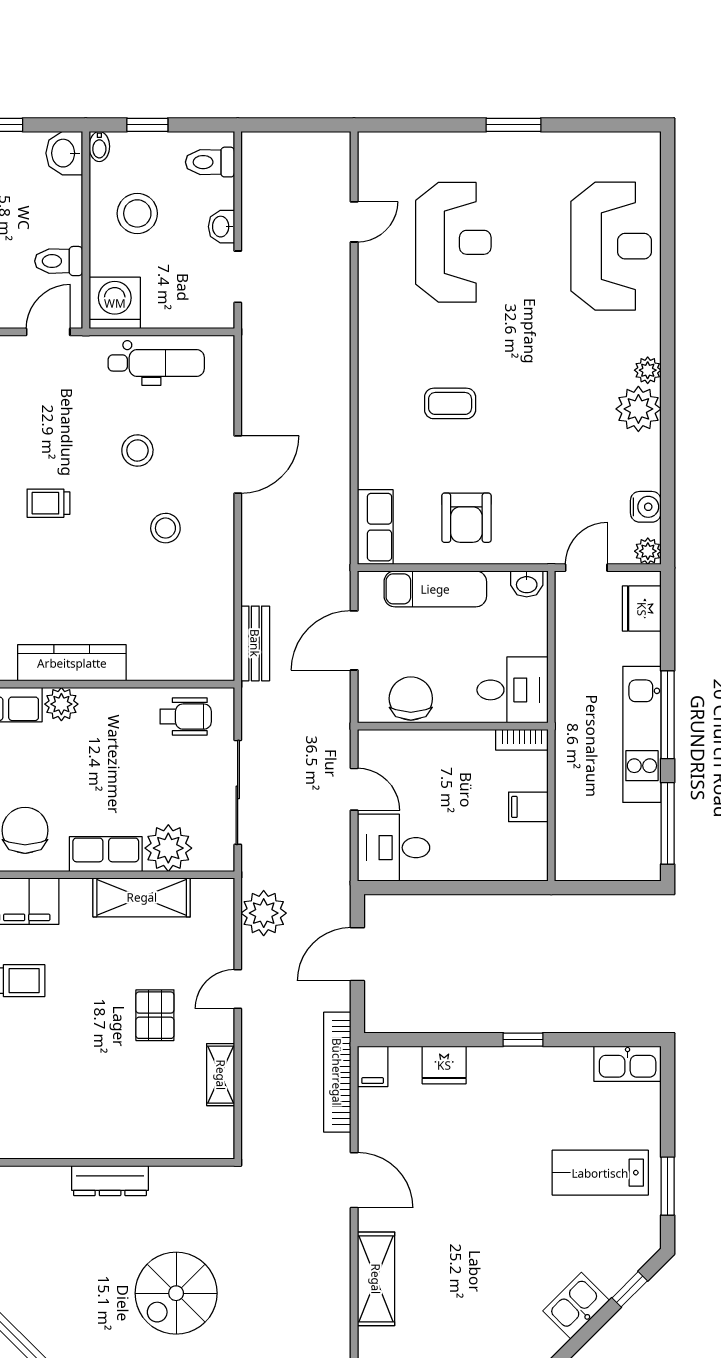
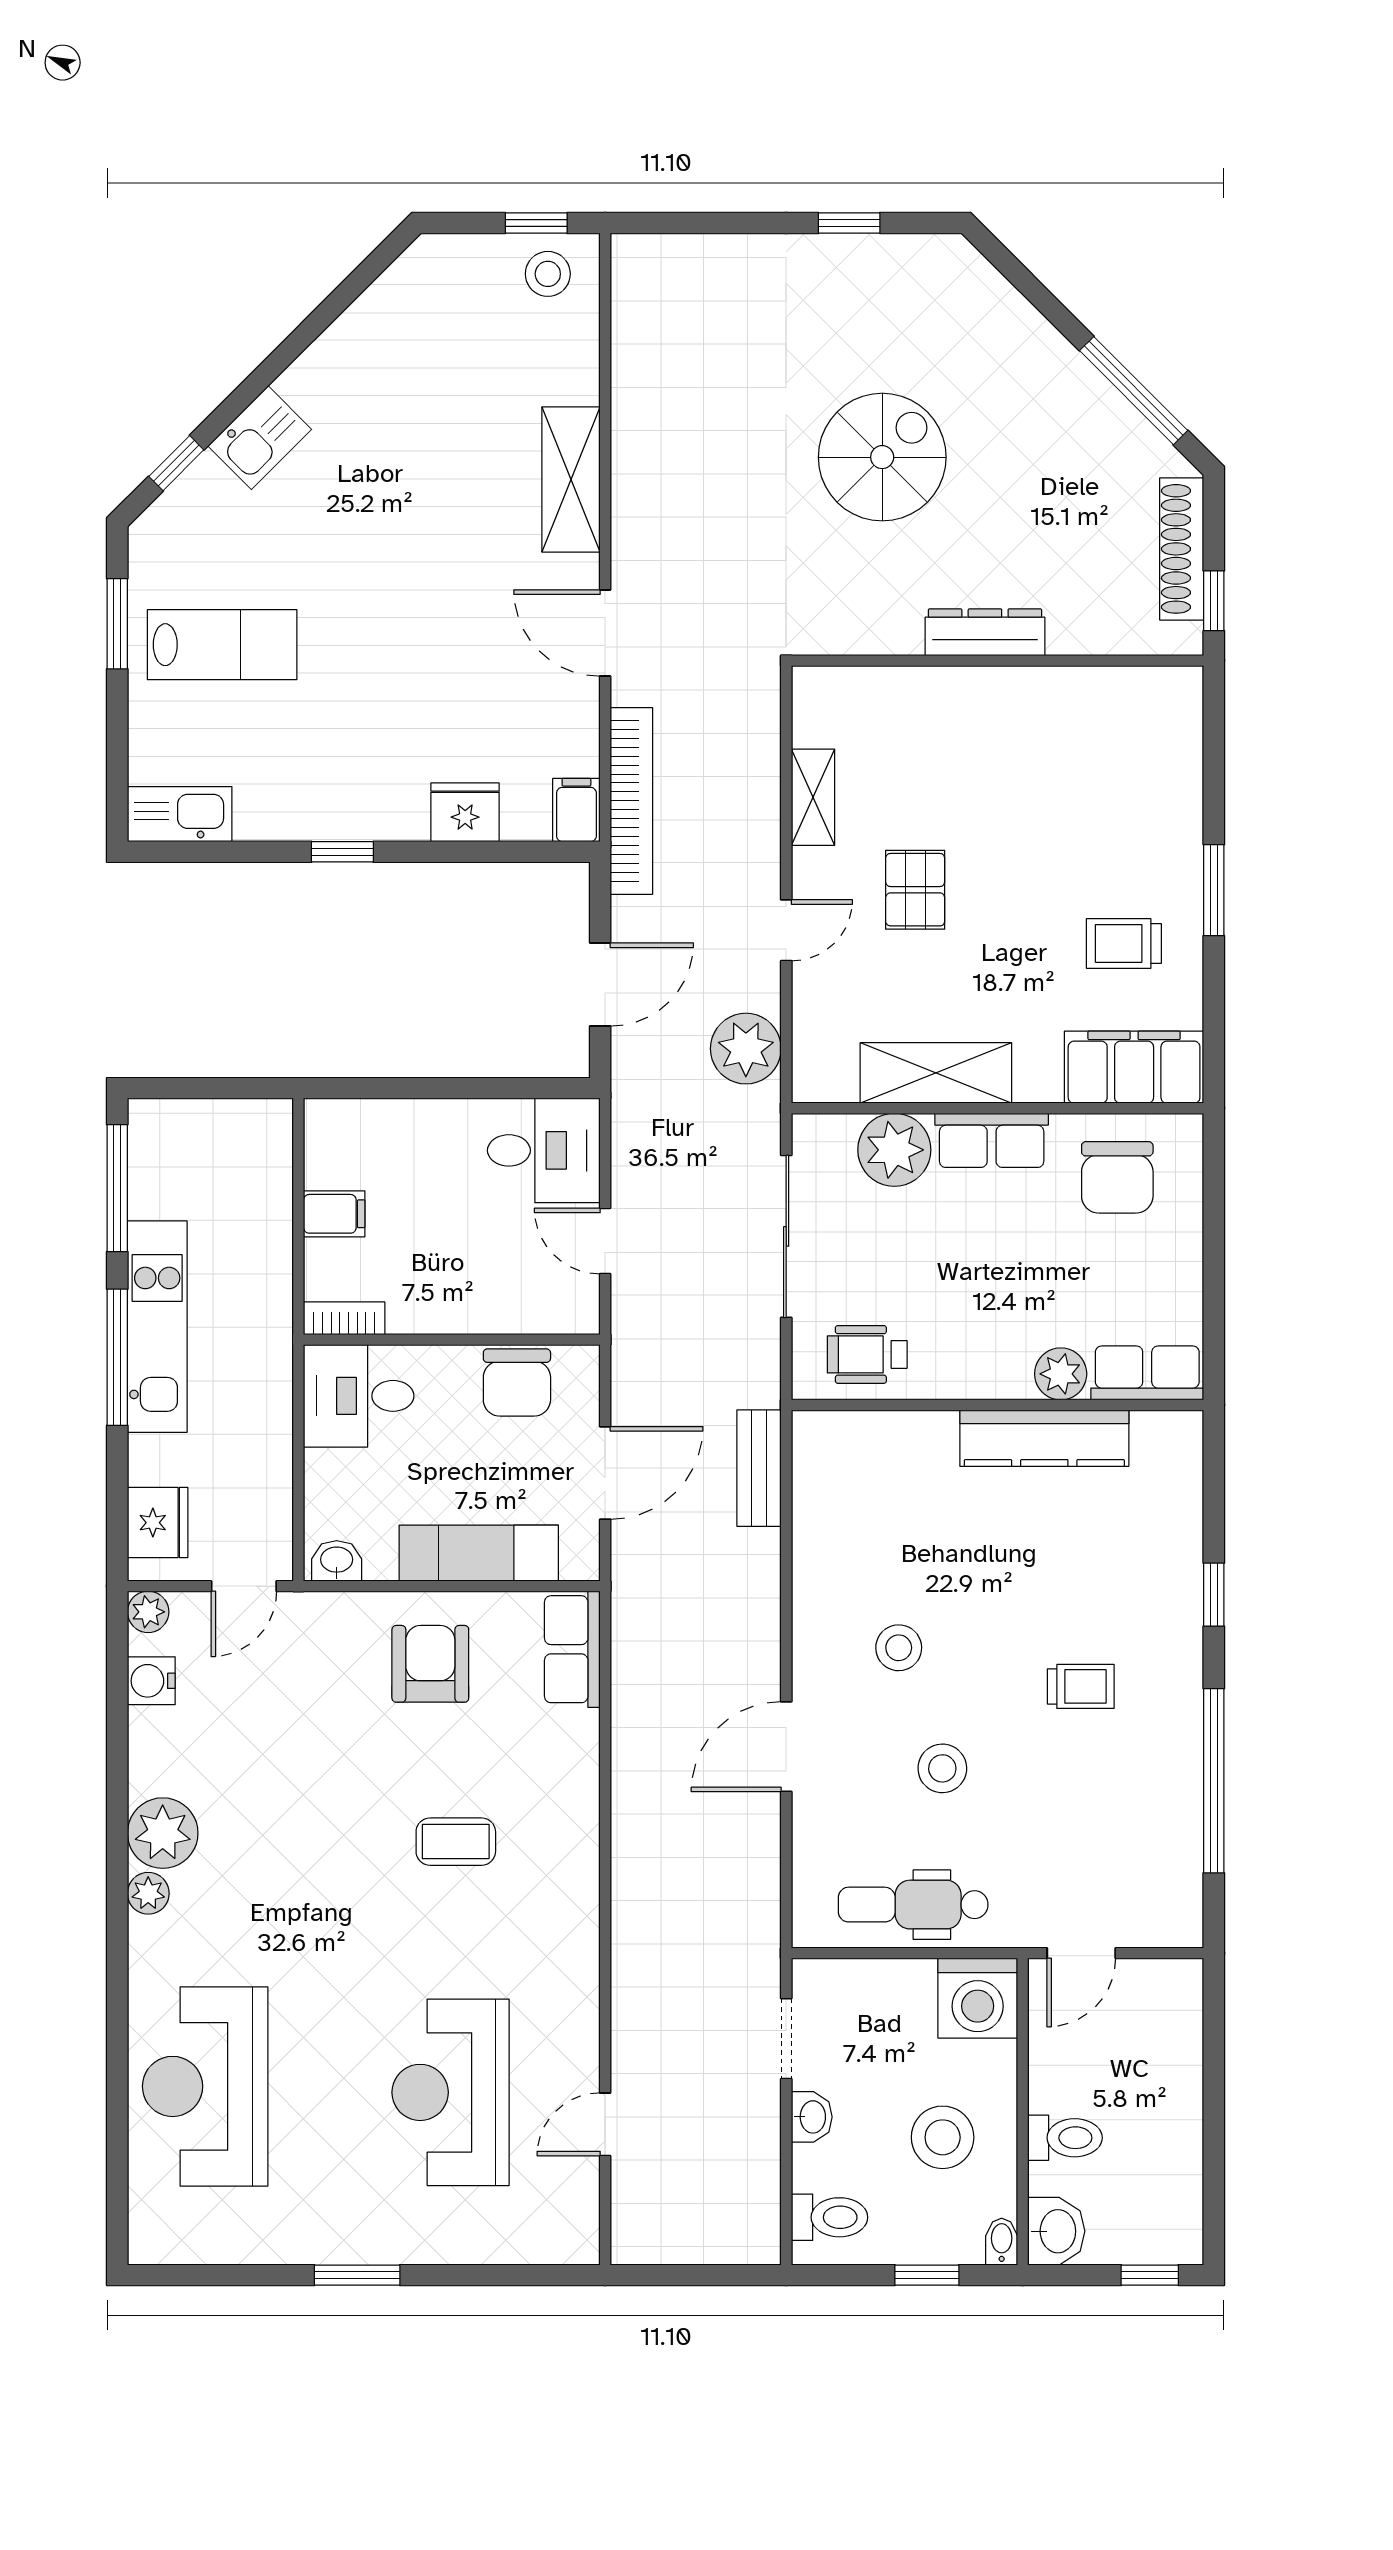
toilet: (59, 261) -> (1065, 2138), moved

